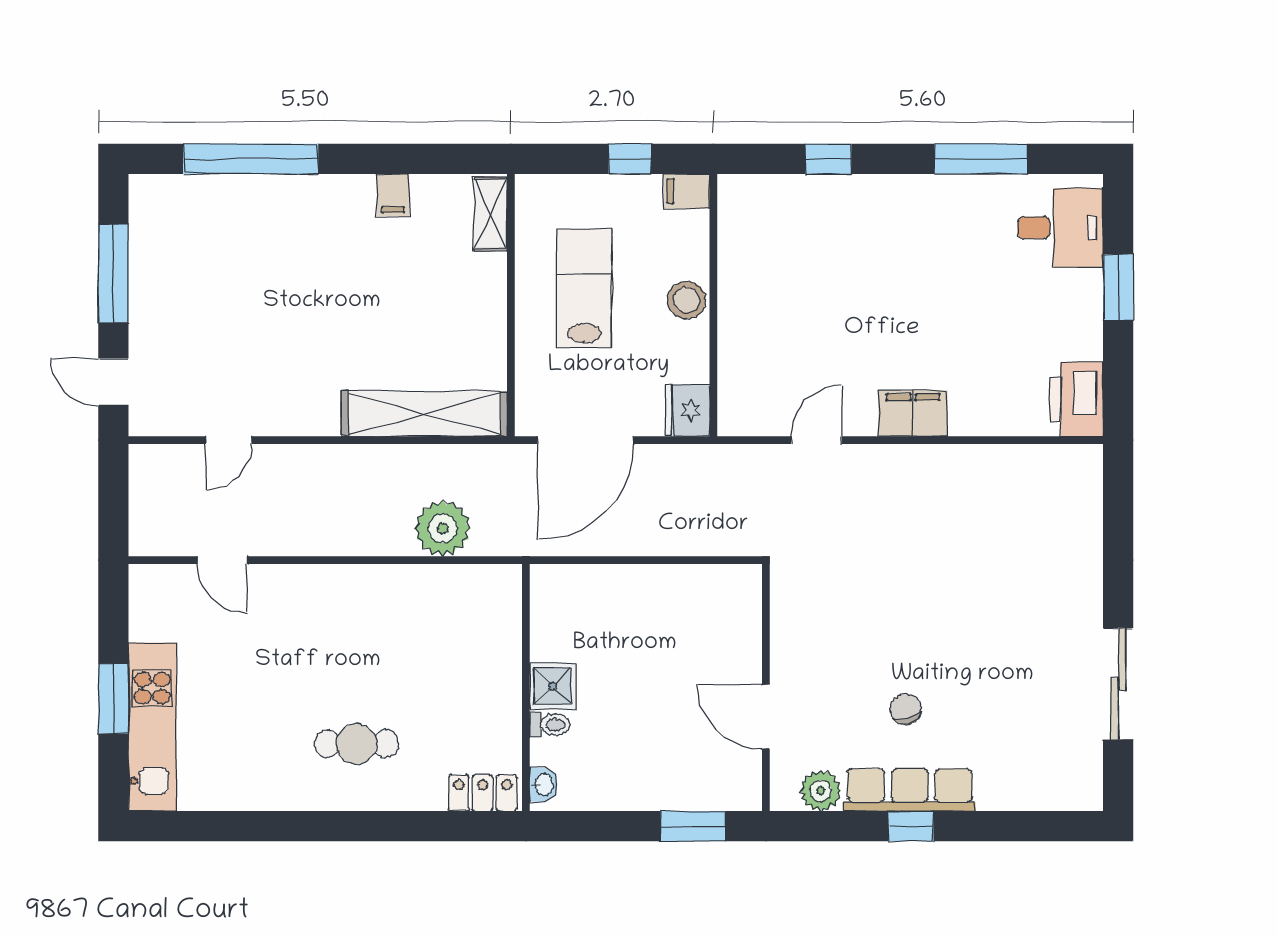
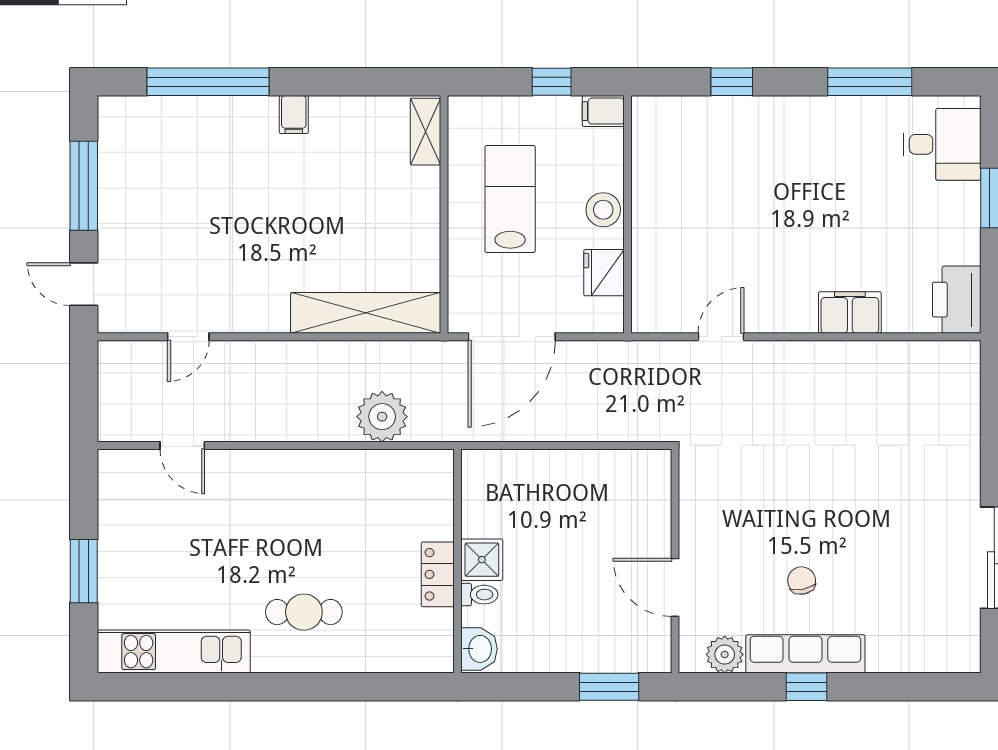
filing cabinet: (393, 195) -> (294, 115), moved
fridge: (687, 411) -> (604, 273), moved
filing cabinet: (913, 413) -> (850, 312), moved
kitchen unit: (152, 727) -> (174, 652), moved, turned -90
washbasin: (543, 785) -> (479, 649), width x1.38, depth x1.45
locker: (483, 793) -> (438, 574), moved, turned -90

